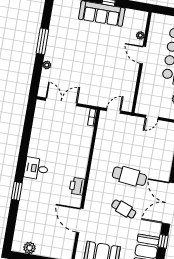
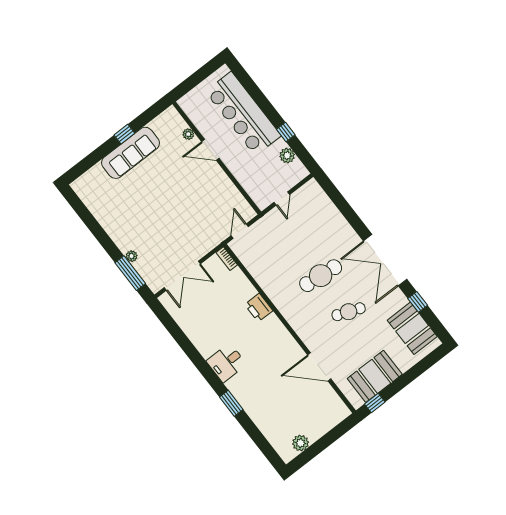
window: (42, 41) -> (130, 273), moved
double door: (61, 102) -> (182, 276), swing flipped
printer: (77, 186) -> (259, 308), moved

